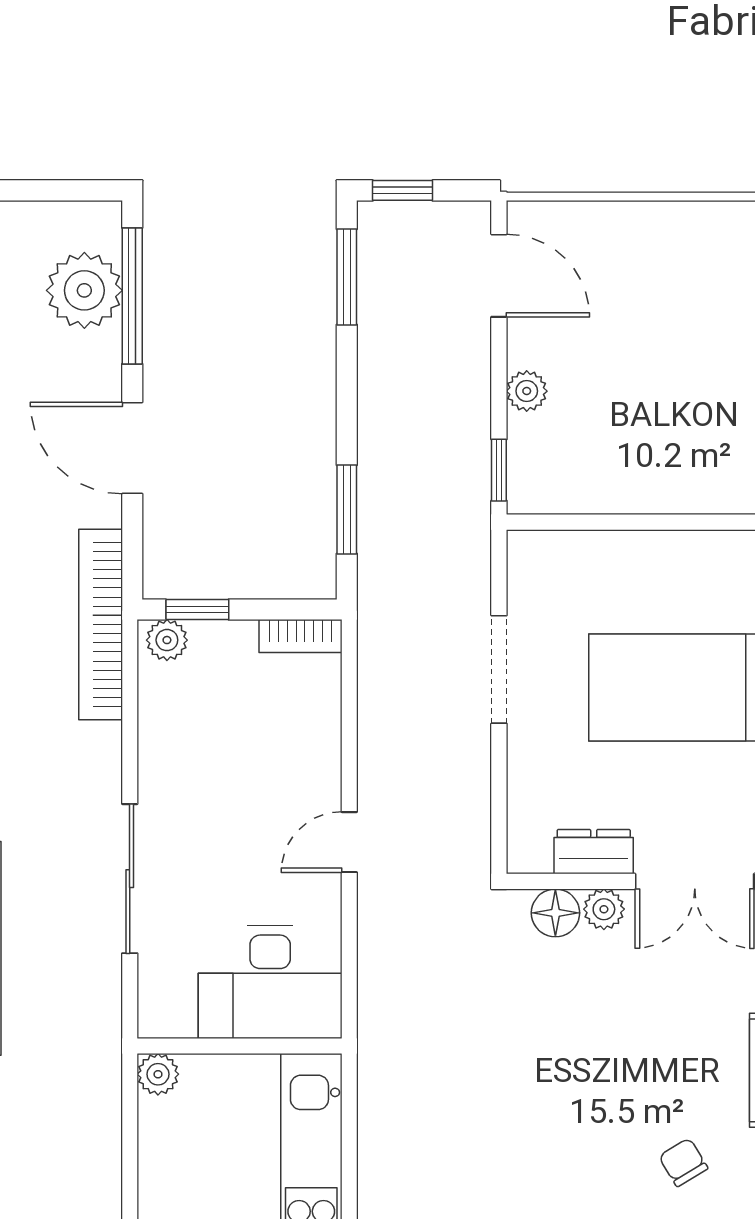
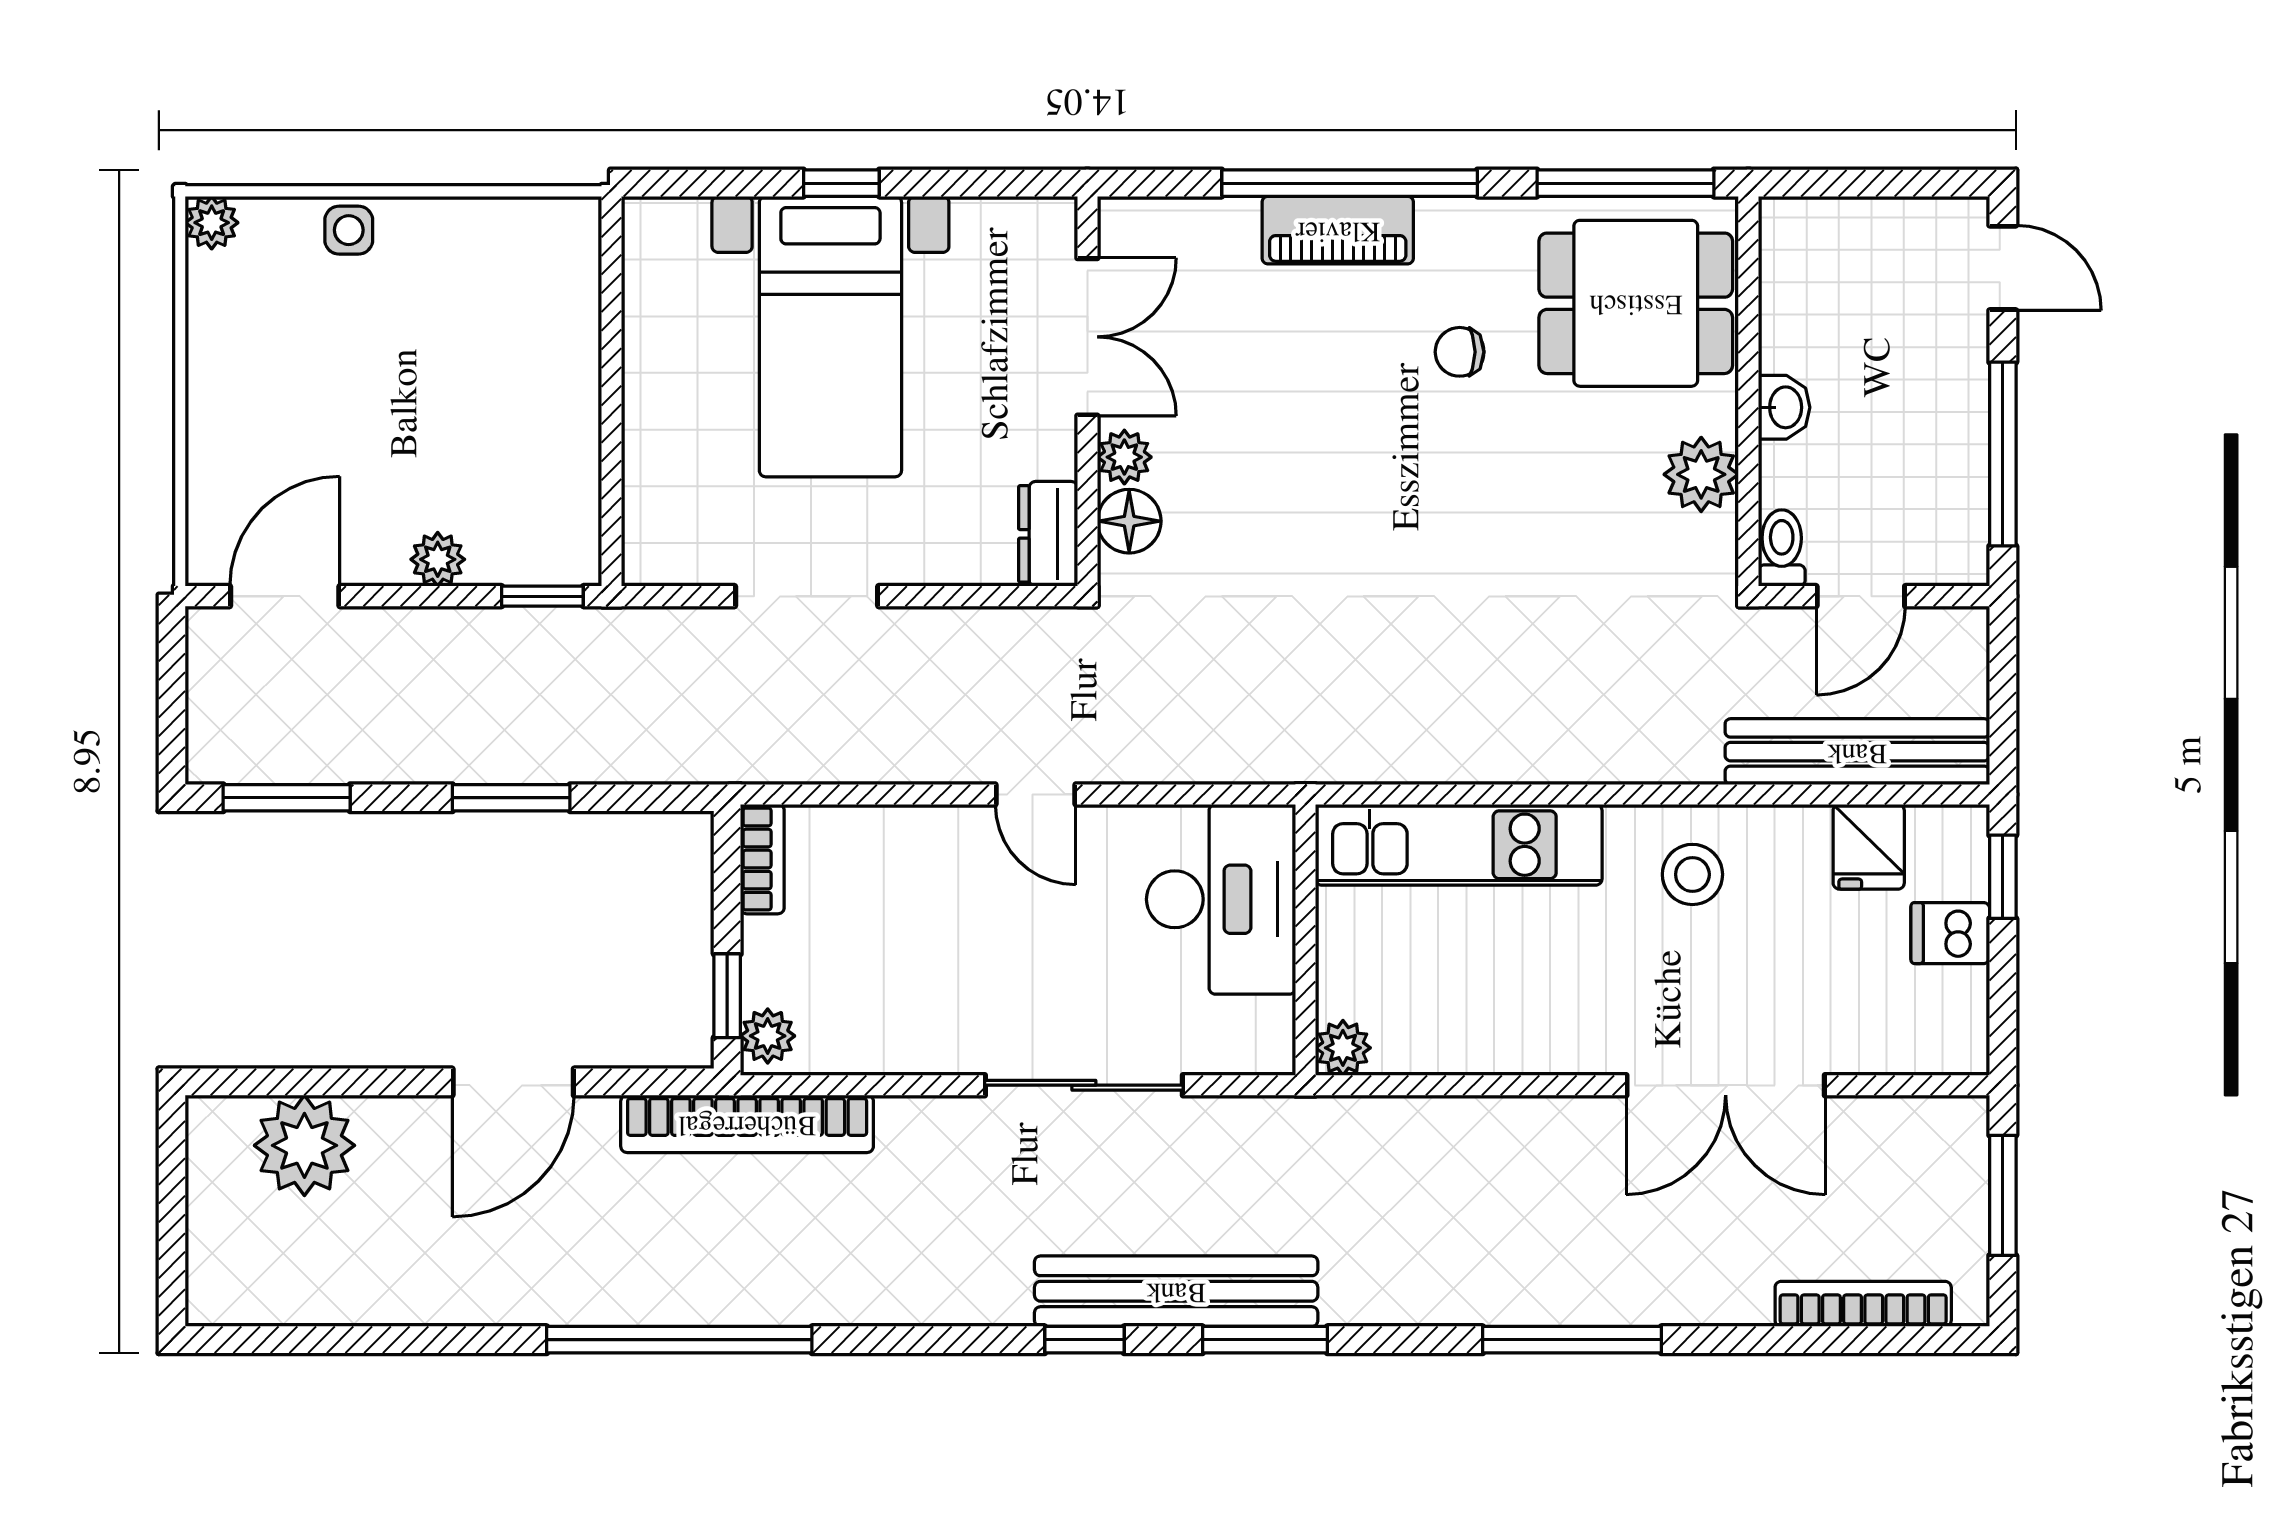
window: (403, 190) -> (172, 724), removed
window: (132, 296) -> (312, 1082), removed
window: (347, 509) -> (511, 798), moved
dresser: (594, 852) -> (1048, 534), moved
chair: (683, 1162) -> (1460, 352), turned 31

